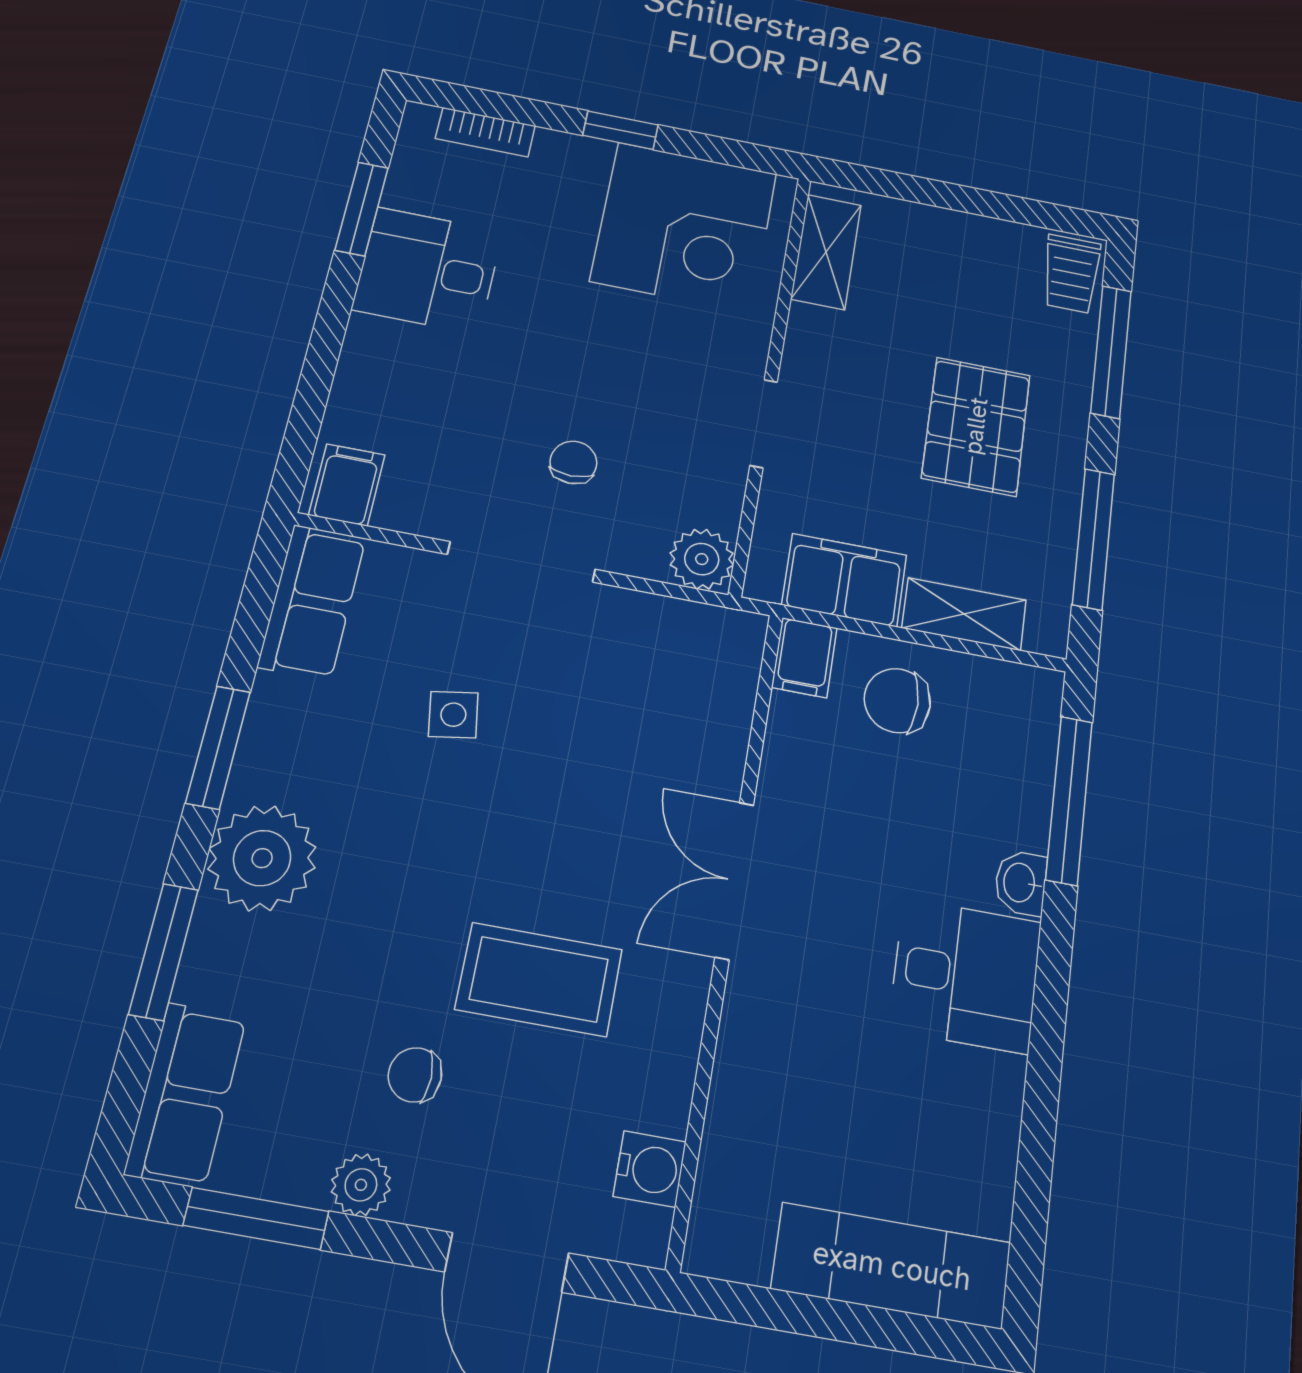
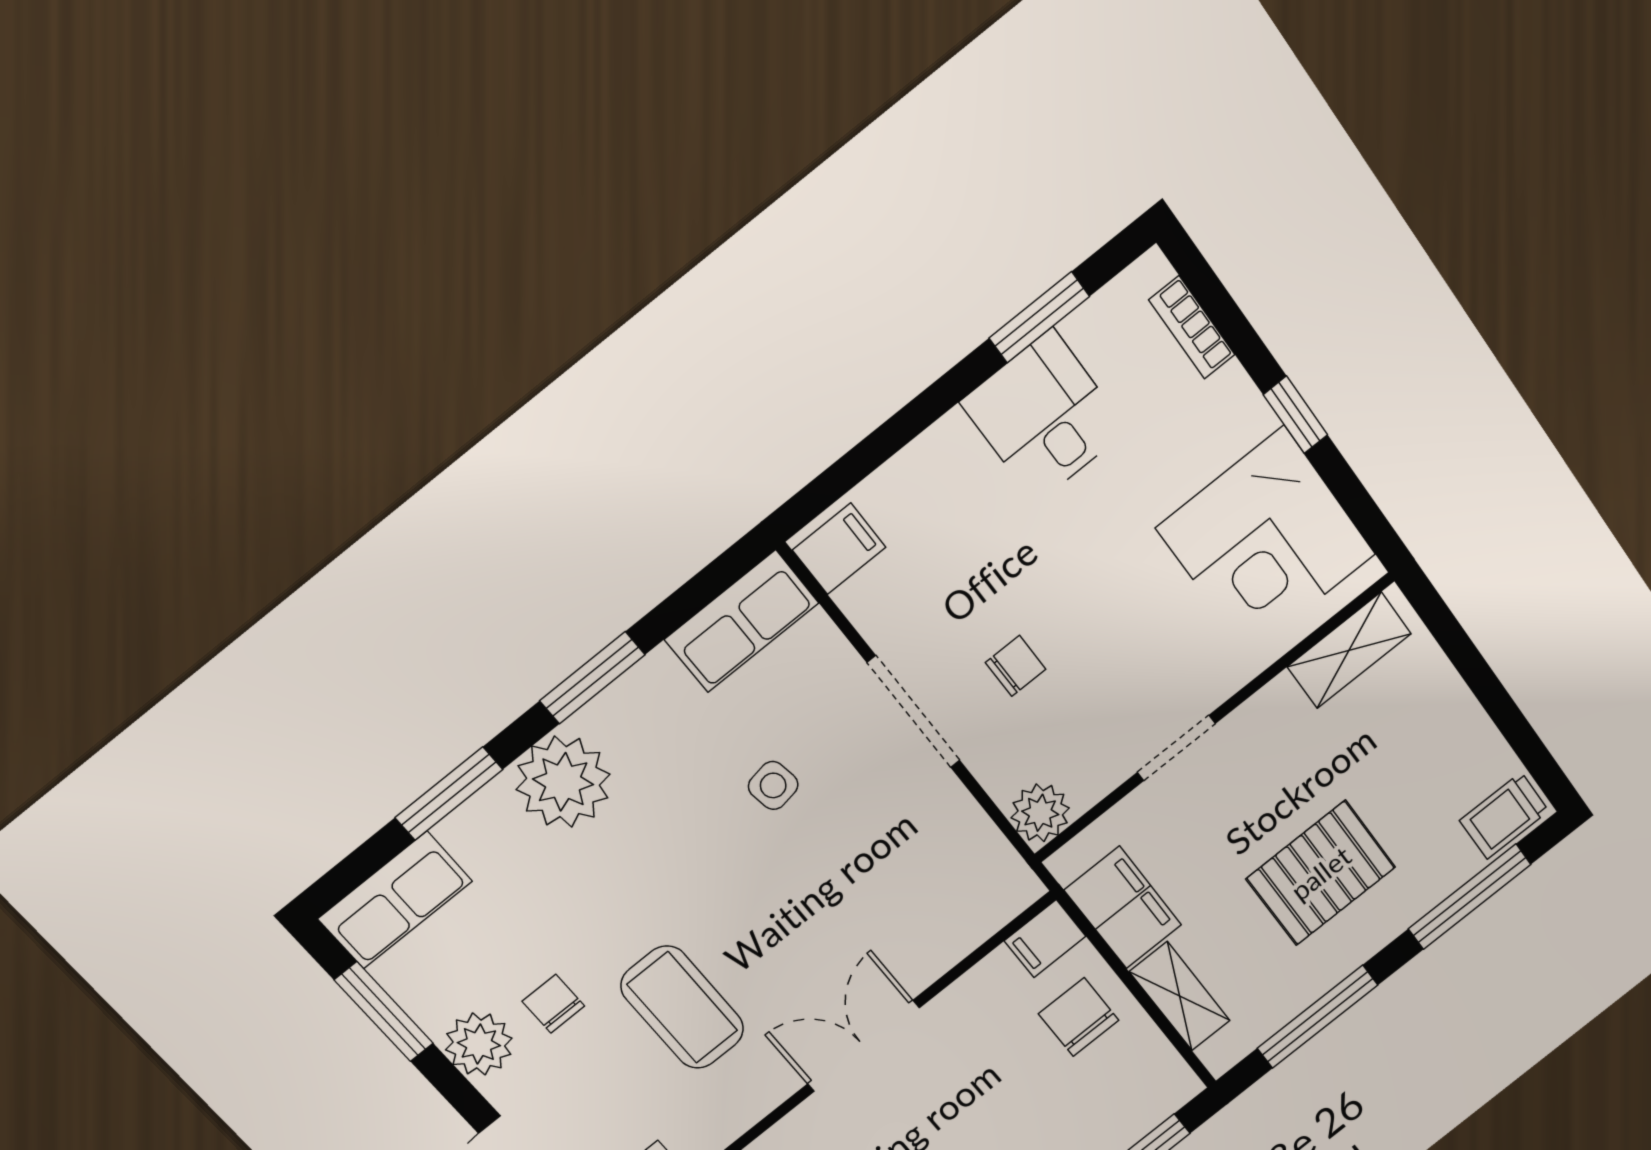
plant: (361, 1185) -> (479, 1044), width x1.38, depth x1.38

